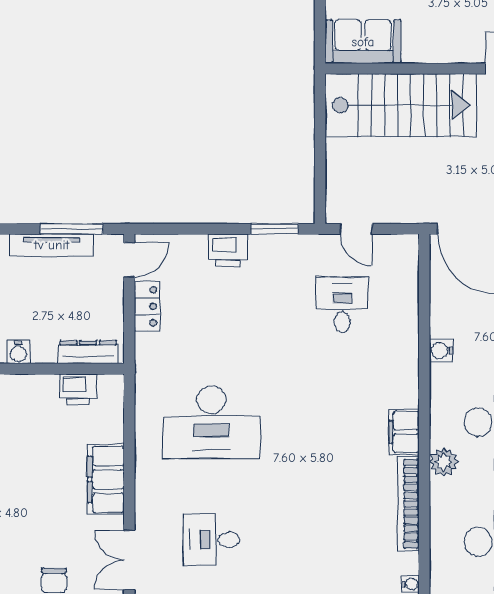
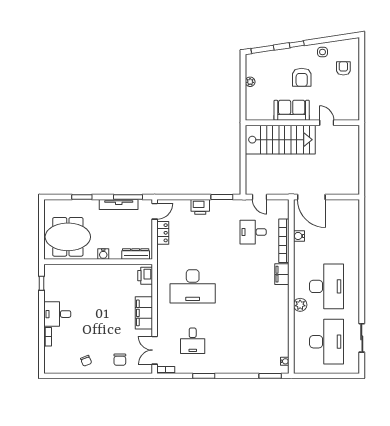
sofa: (363, 42) -> (292, 110), moved
desk: (342, 305) -> (253, 232), turned -90
water cooler: (441, 351) -> (299, 236), moved
printer: (78, 389) -> (145, 276), moved, turned 90
filing cabinet: (404, 432) -> (282, 274), moved
bookcase: (408, 504) -> (284, 241), moved
desk: (211, 540) -> (193, 341), turned -90

